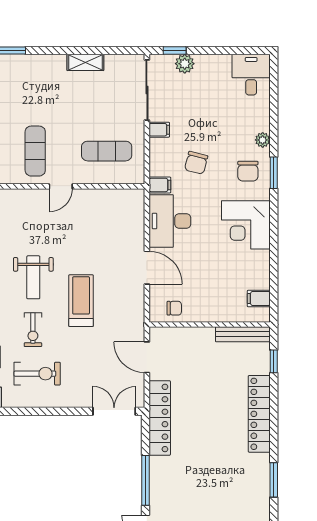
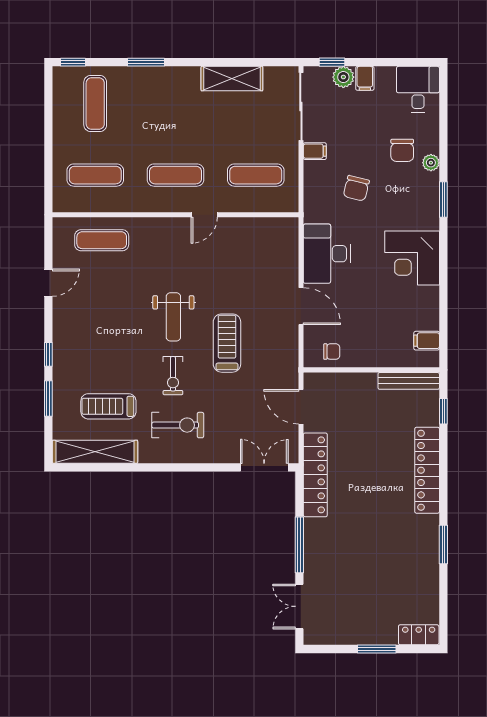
shelving: (85, 62) -> (232, 79), width x1.50, depth x1.33
exercise mat: (35, 151) -> (175, 175), turned 90
chair: (248, 171) -> (402, 150), moved
filing cabinet: (160, 185) -> (365, 78), moved, turned 90

